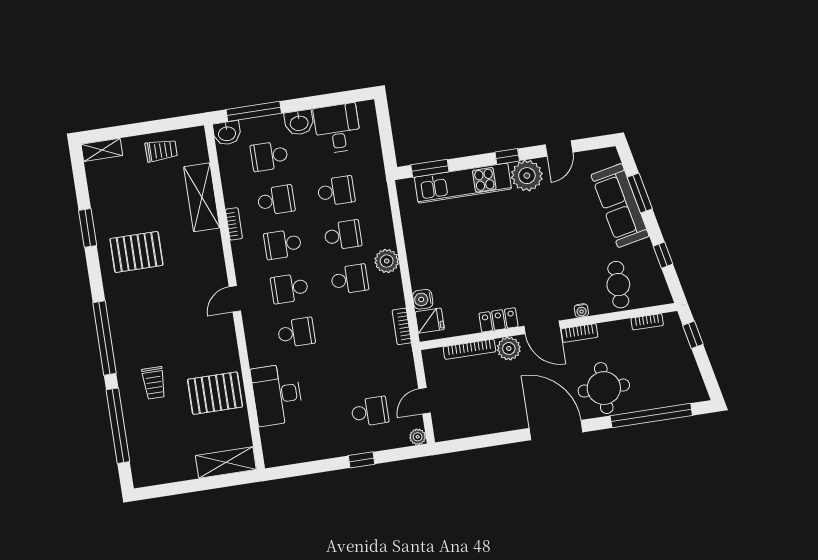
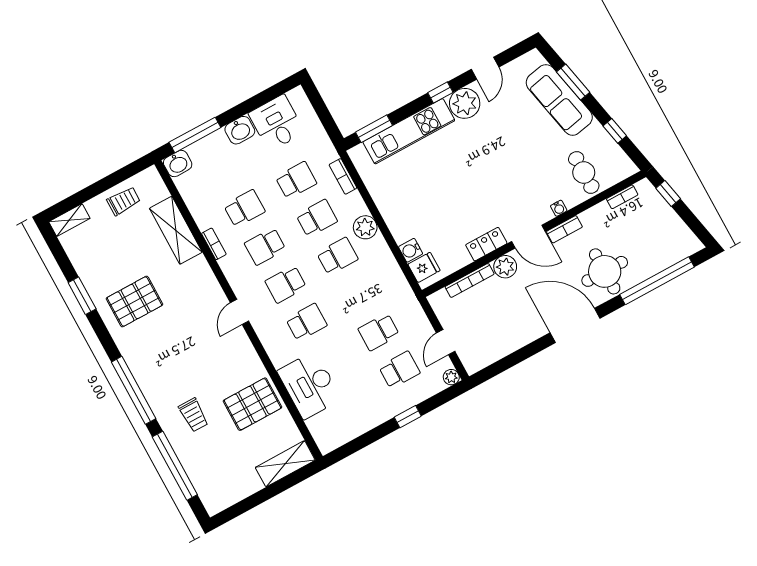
school desk: (269, 156) -> (379, 332), moved
bookcase: (402, 326) -> (343, 176), moved

